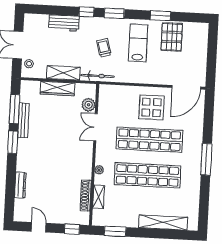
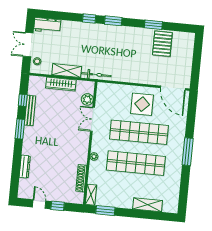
workbench: (64, 23) -> (47, 25), moved
lab bench: (138, 43) -> (133, 48), removed
trolley: (104, 48) -> (103, 50), removed
door: (186, 87) -> (173, 88), hinge flipped
window: (14, 109) -> (23, 100), width x0.46
shelving: (99, 197) -> (91, 195), moved
shelving: (163, 222) -> (148, 205), width x0.68
window: (72, 229) -> (58, 206), moved

